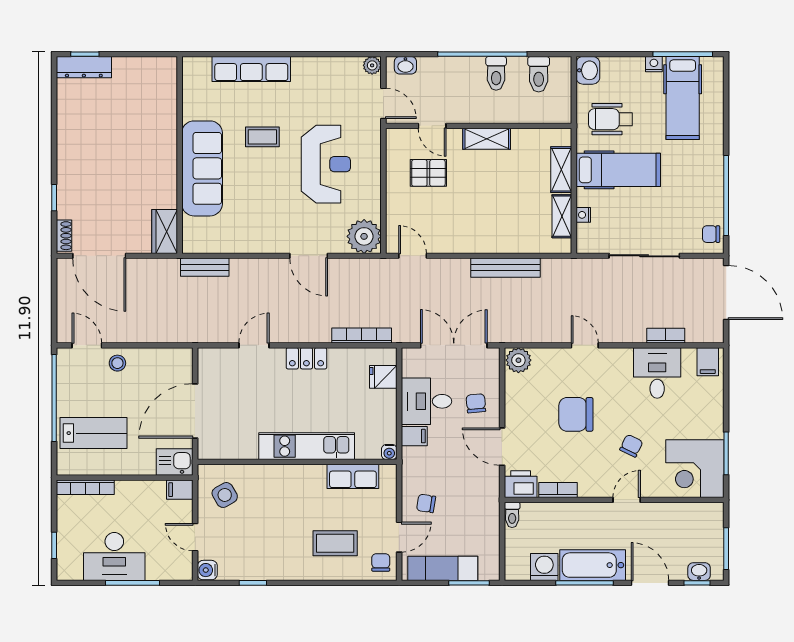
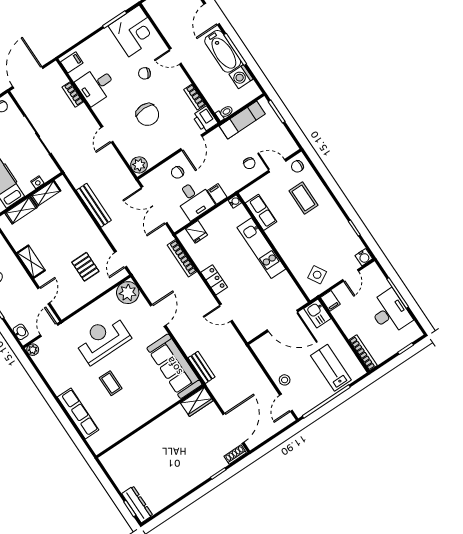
sofa: (202, 168) -> (174, 366), moved, turned -90
pallet: (428, 173) -> (85, 267), moved
exam couch: (443, 568) -> (242, 120), moved, turned -90

